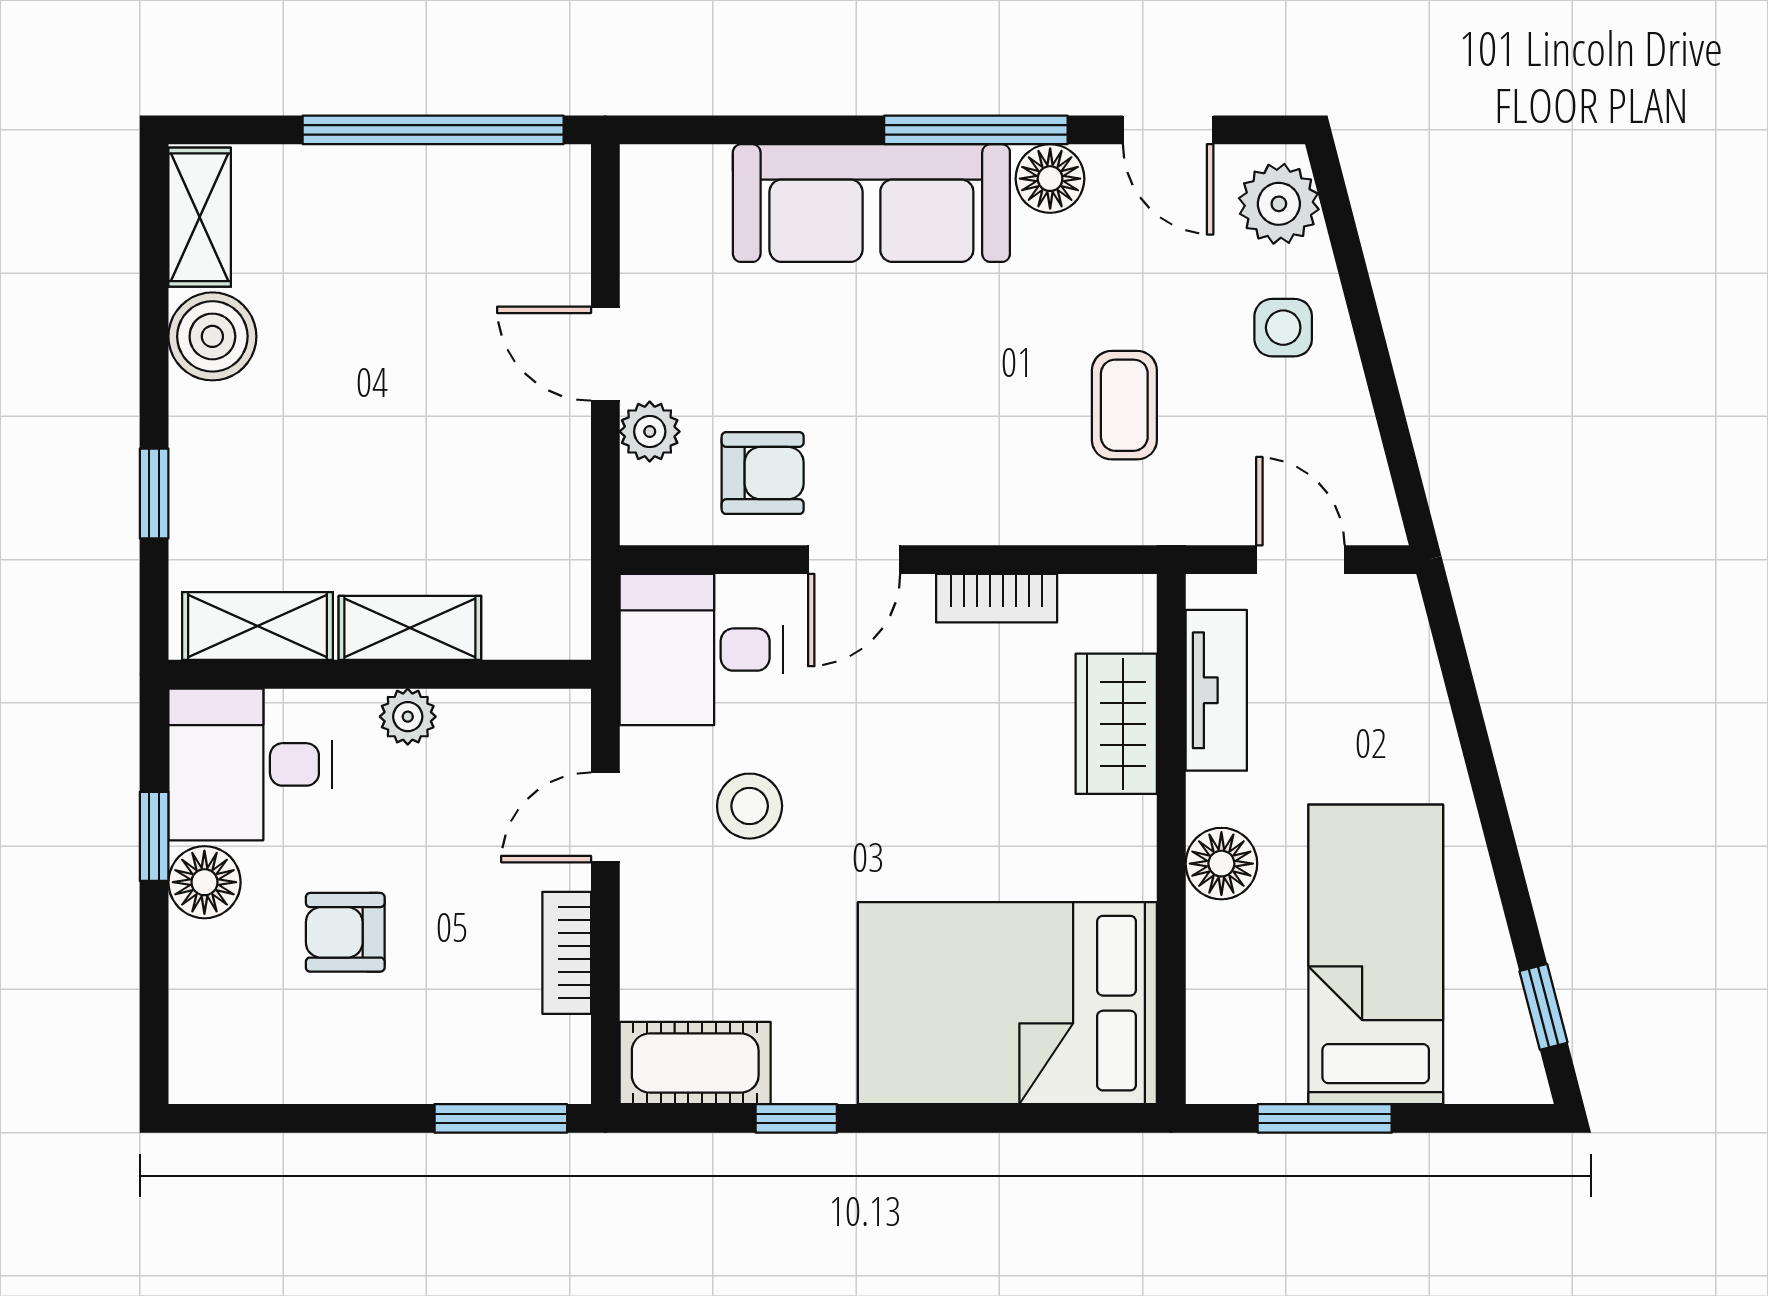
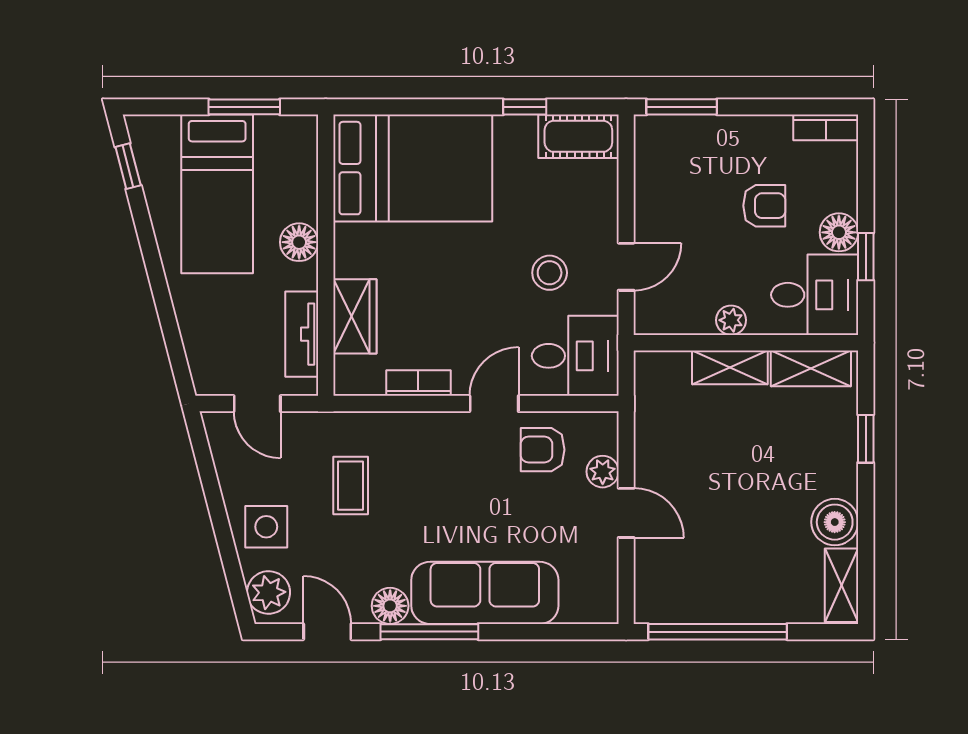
side table: (1283, 328) -> (266, 527), width x1.37, depth x1.37
bookcase: (567, 953) -> (826, 127), moved, turned 90

